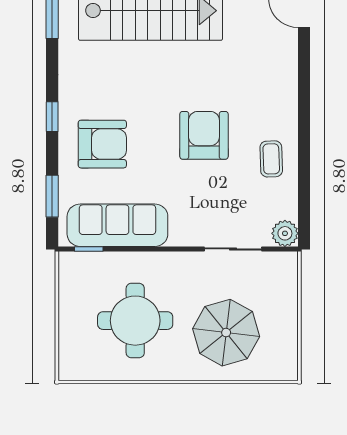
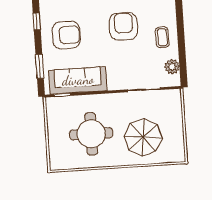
plant: (285, 233) -> (172, 67), moved

